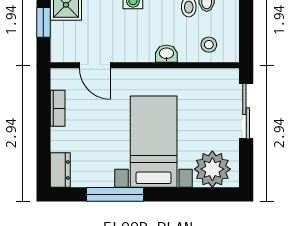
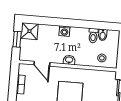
washbasin: (166, 54) -> (69, 60), moved

